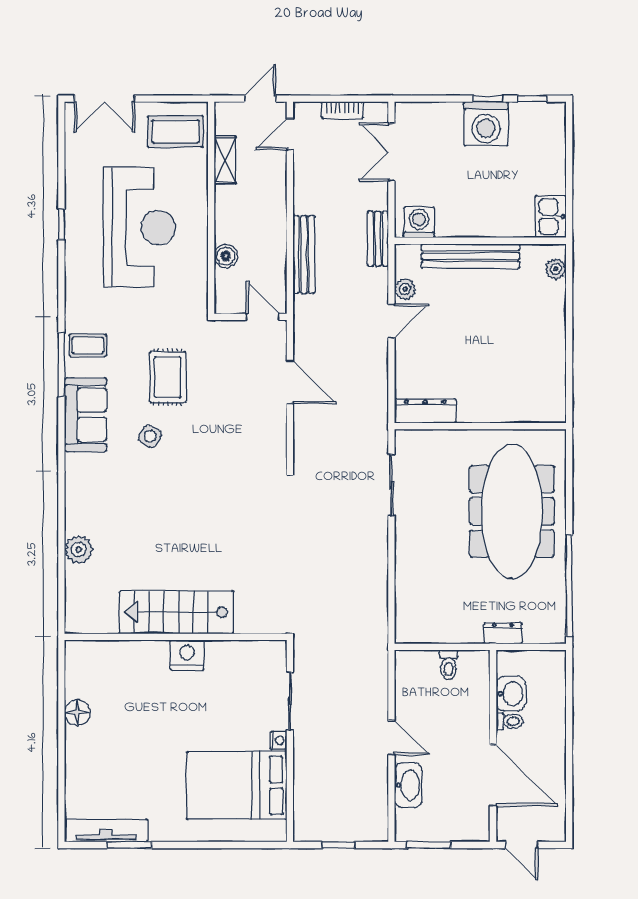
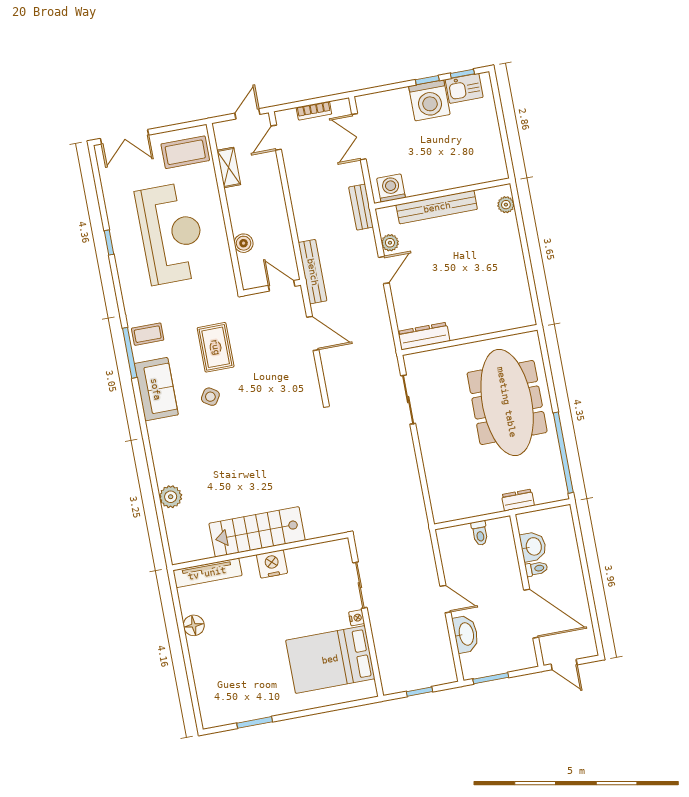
kitchen sink: (551, 216) -> (464, 88), moved, turned -90
bench: (304, 254) -> (313, 272), moved
tv unit: (106, 831) -> (207, 573), moved, turned 180

